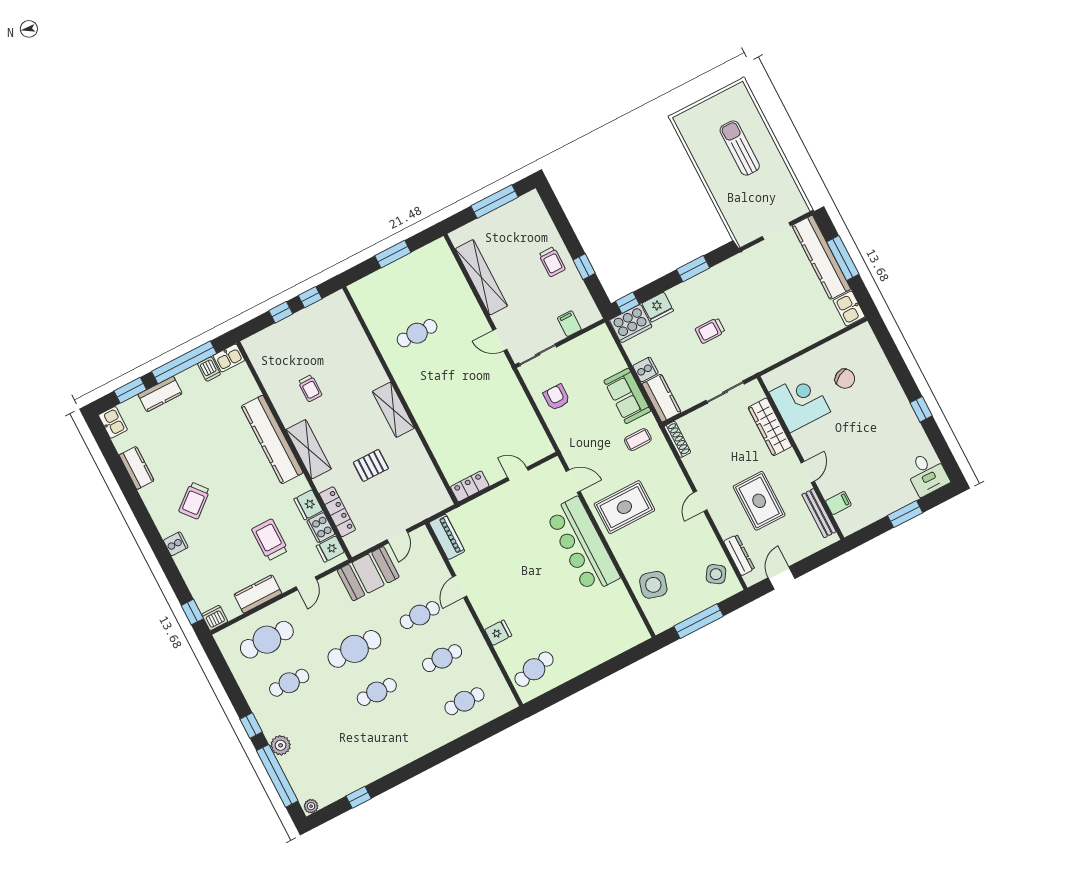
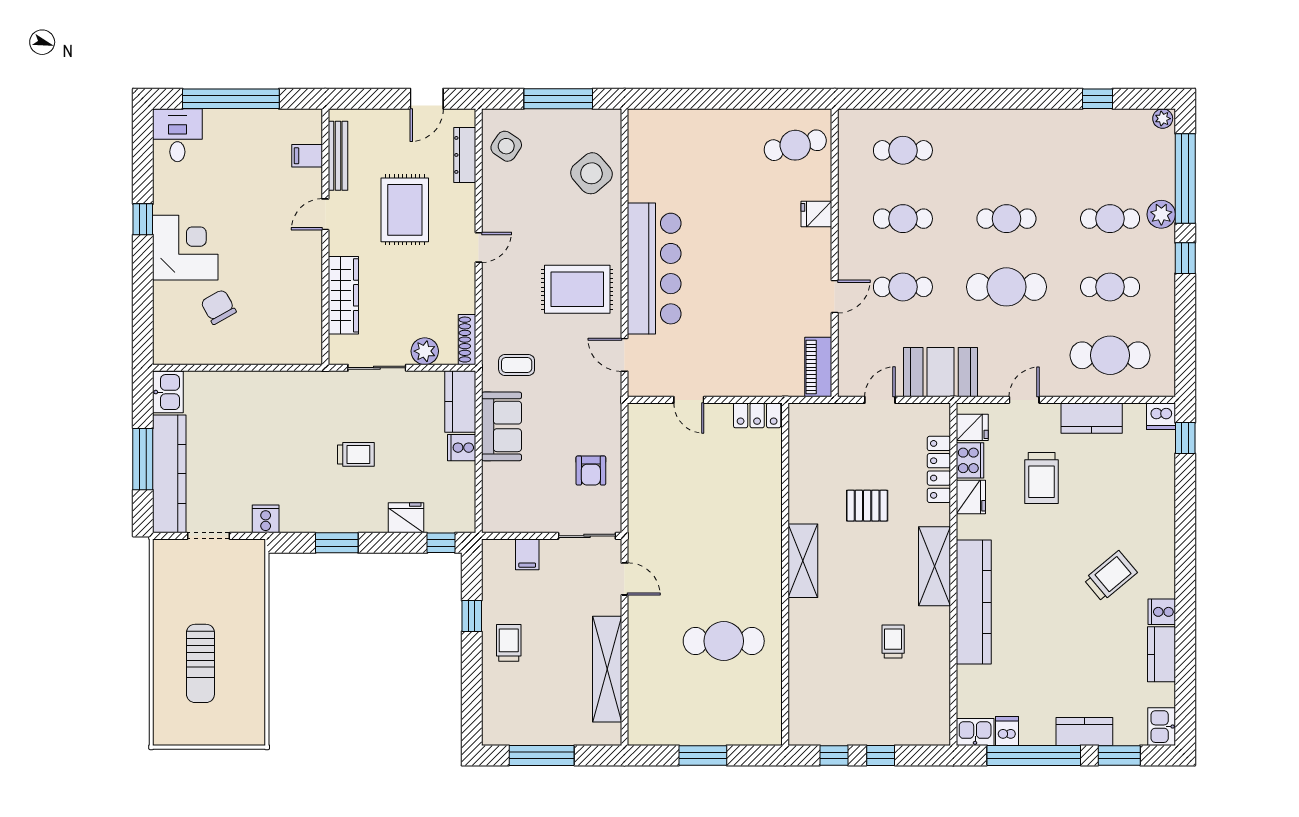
cooker: (631, 324) -> (266, 519), moved, width x0.53, depth x0.76
cafe table: (417, 333) -> (724, 641), width x1.37, depth x1.35
corner desk: (800, 402) -> (185, 248), moved, turned 180
plant: (700, 418) -> (425, 351), added
window: (905, 514) -> (231, 99), width x2.11
cooker: (176, 544) -> (1162, 612), moved
side table: (653, 585) -> (591, 173), turned 33
cafe table: (311, 726) -> (1110, 219), added

